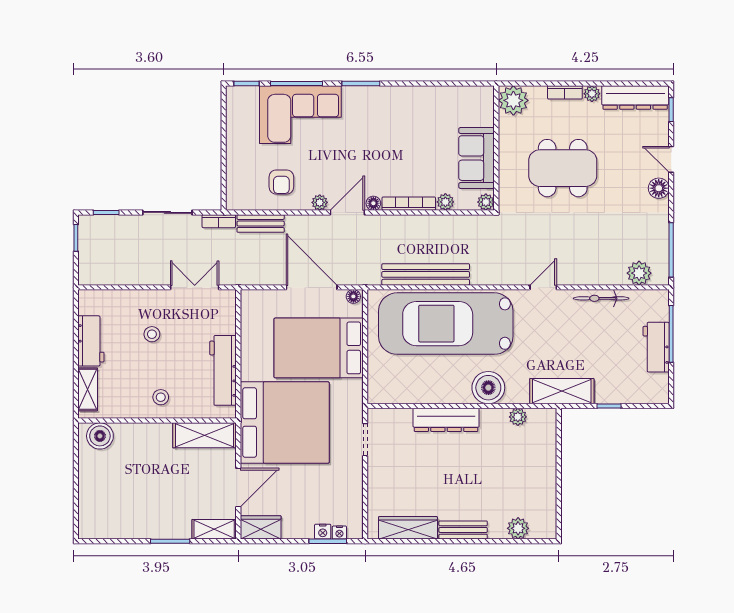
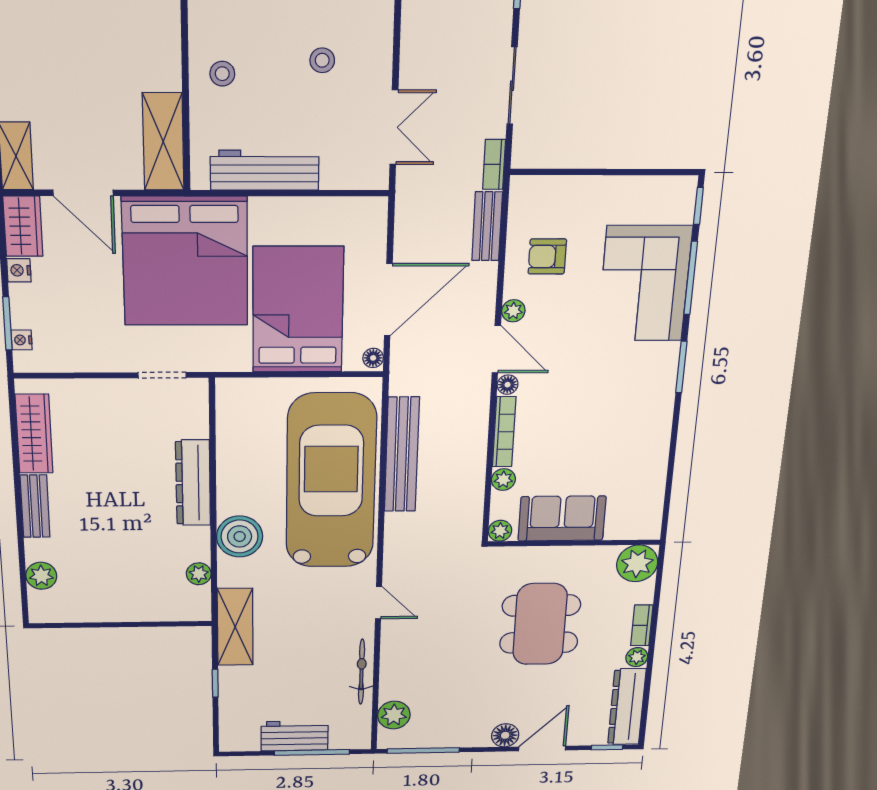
door: (671, 159) -> (542, 748), width x1.38
nightstand: (323, 532) -> (19, 270), moved

